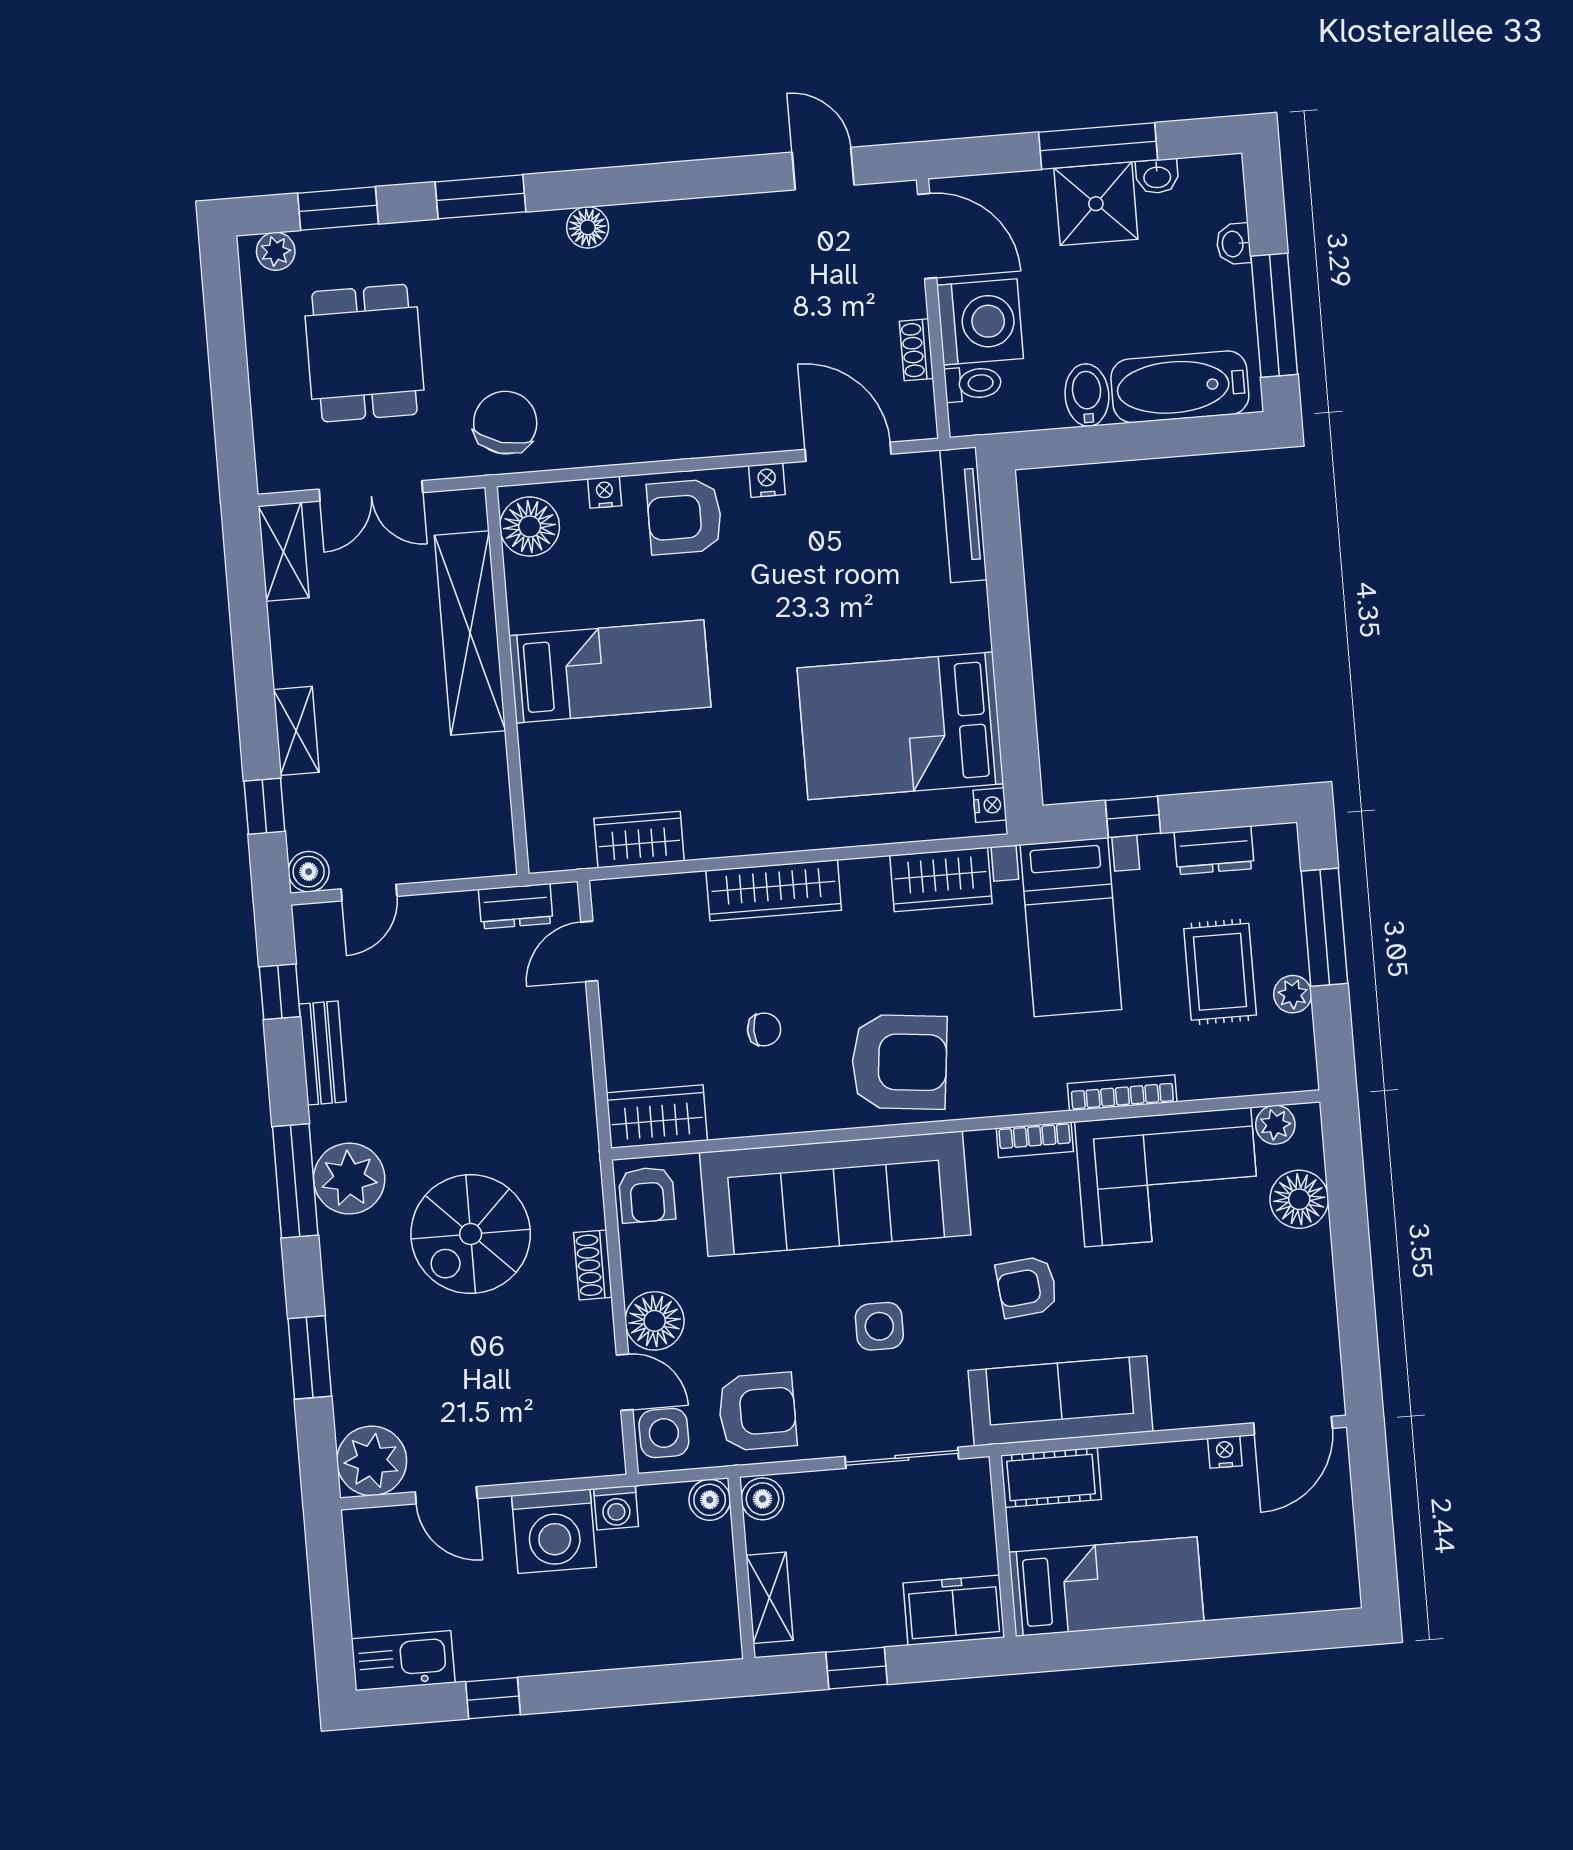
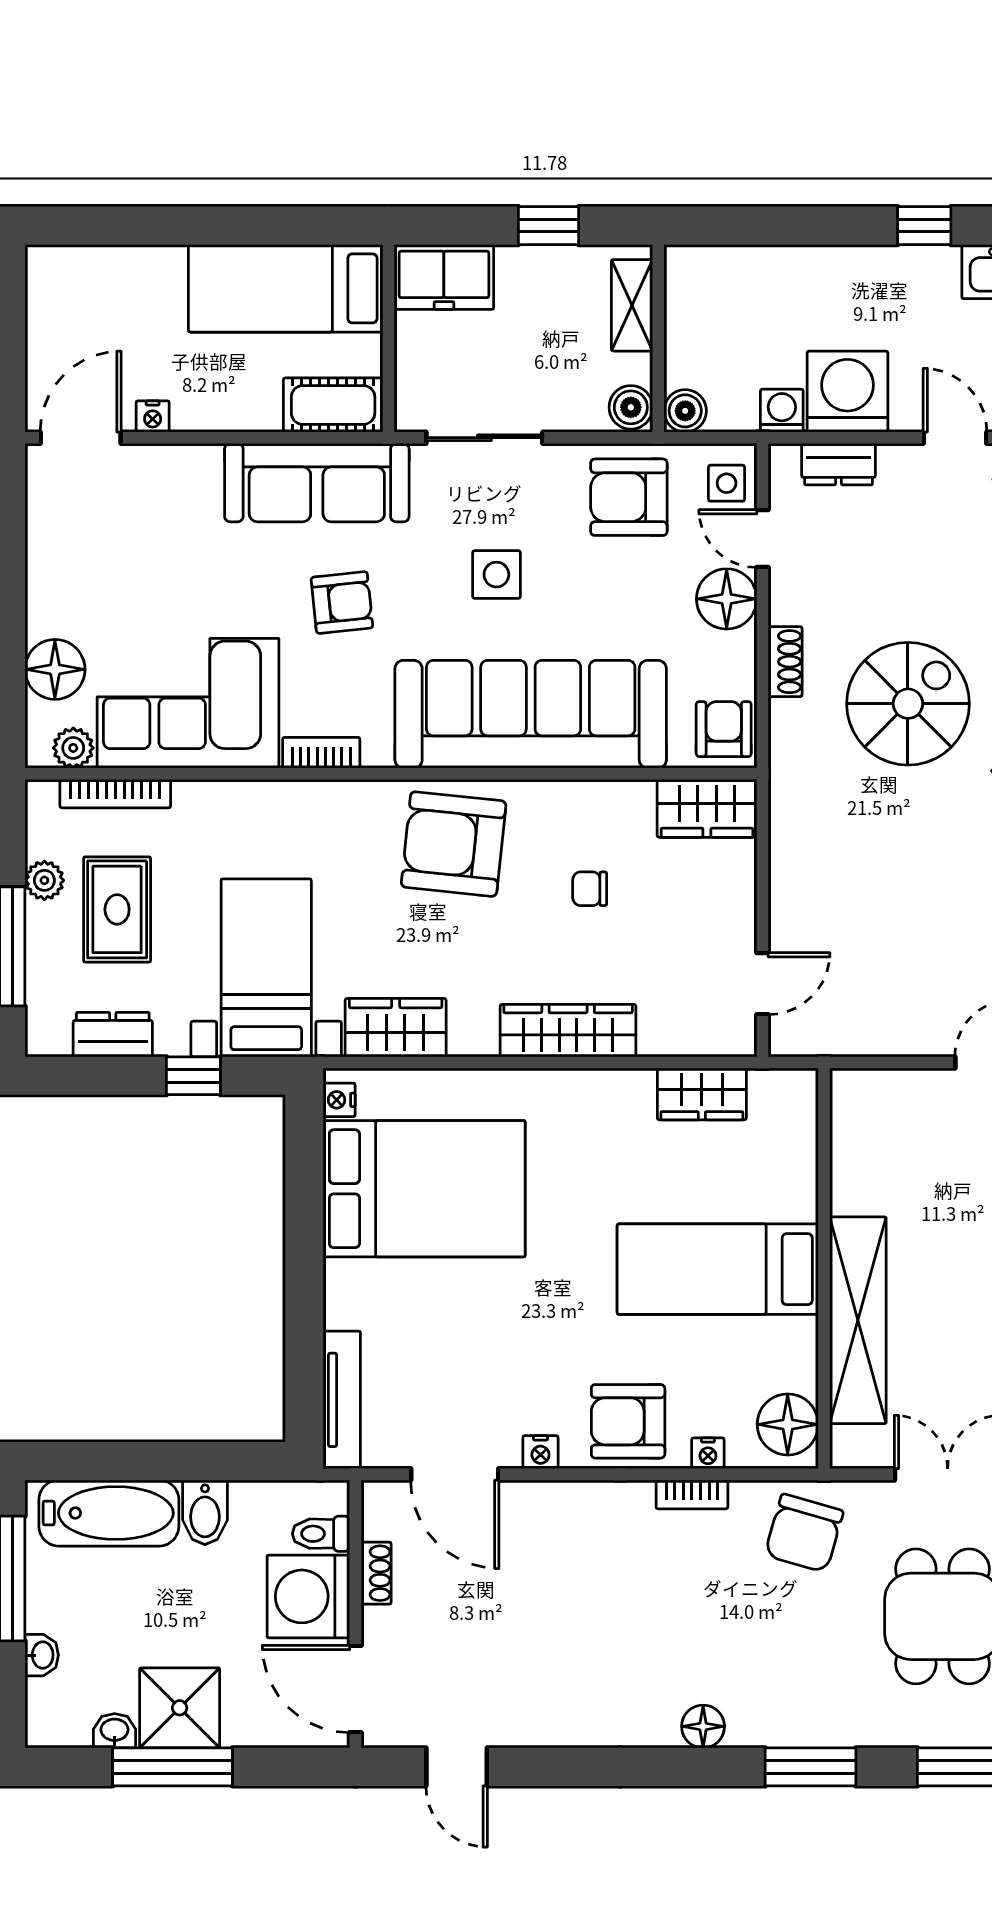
bookcase: (617, 451) -> (692, 1494), added
armchair: (685, 517) -> (628, 1421), turned 180
dresser: (516, 906) -> (839, 464), moved, turned 180
bookcase: (1122, 1093) -> (115, 794), moved
side table: (664, 1433) -> (727, 483), width x0.73, depth x0.73

